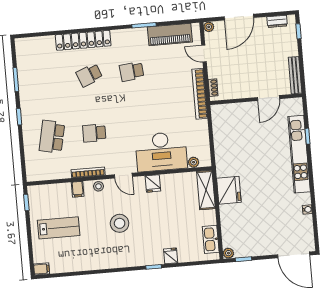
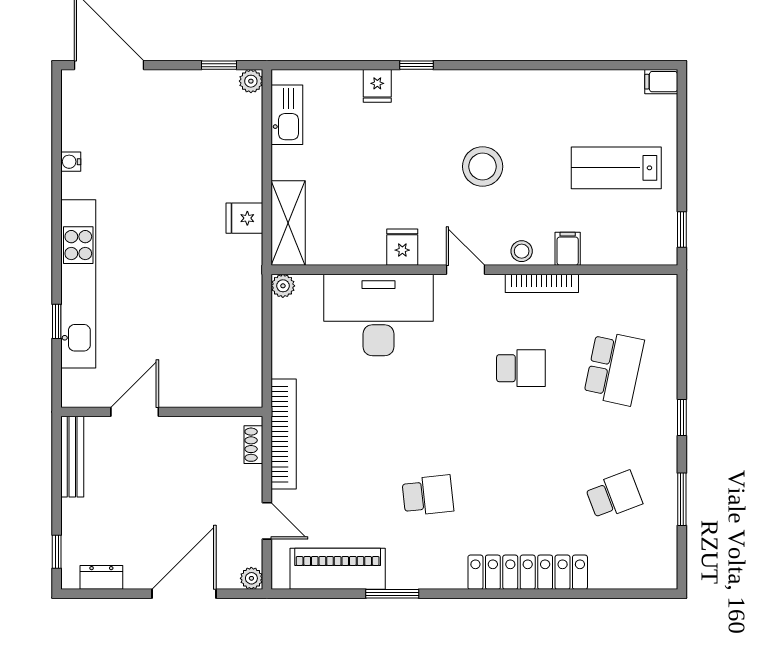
school desk: (89, 75) -> (614, 495), moved
plant: (194, 162) -> (283, 286), moved
fridge: (229, 190) -> (244, 218), width x0.53, depth x0.75

